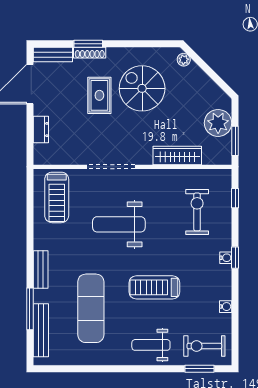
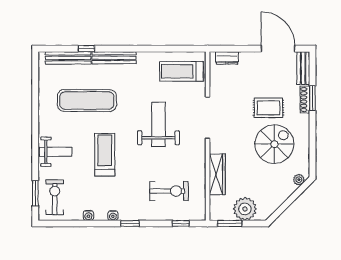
dresser: (41, 130) -> (227, 58), moved
water cooler: (226, 258) -> (113, 216), moved
bench: (41, 270) -> (114, 58), width x1.36
window: (30, 309) -> (86, 49), width x0.46
weight bench: (151, 345) -> (56, 152), turned 90

